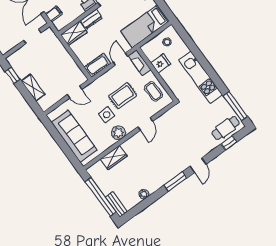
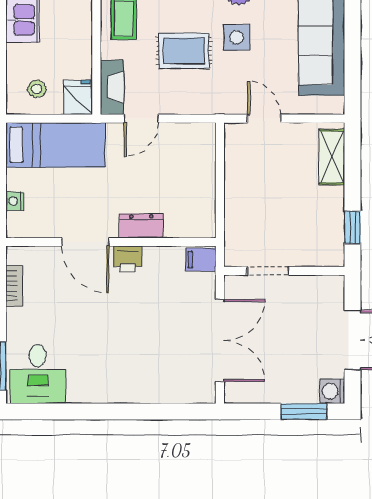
filing cabinet: (54, 14) -> (201, 260), moved
wardrobe: (74, 33) -> (190, 223), removed
fridge: (161, 63) -> (78, 97), moved, turned 90
cot: (97, 65) -> (190, 137), removed
shelving: (33, 88) -> (332, 157), moved

